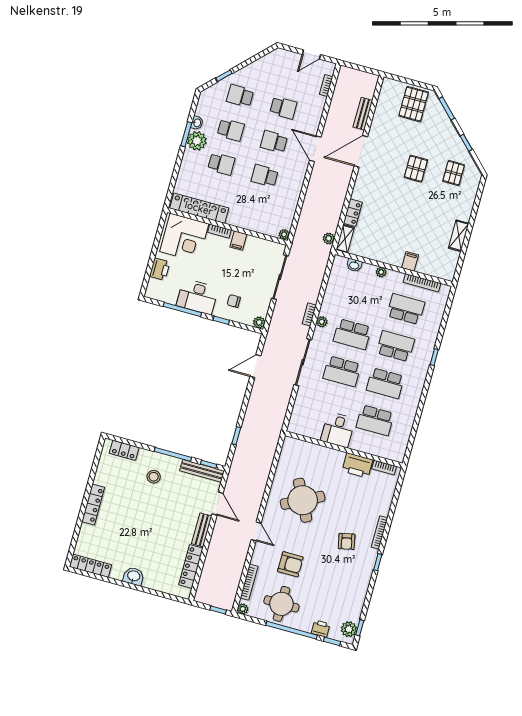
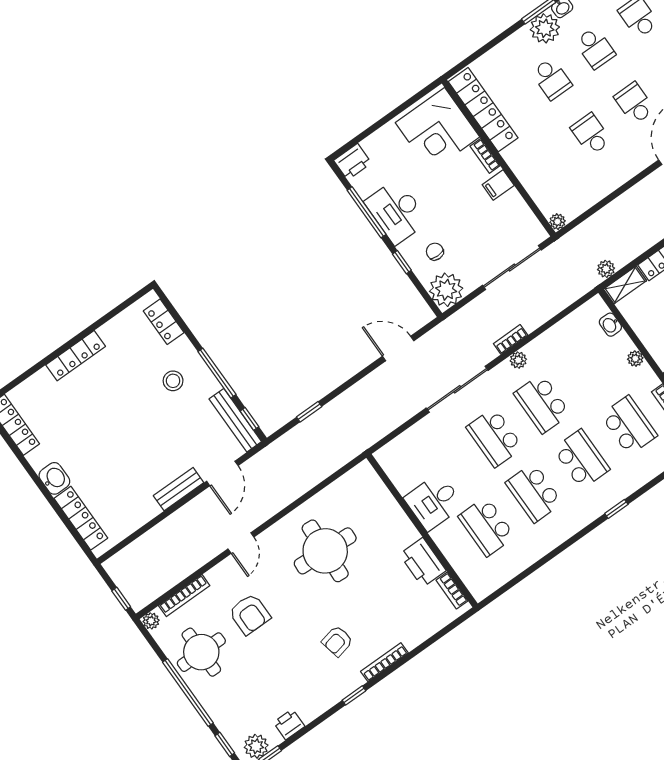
printer: (160, 269) -> (353, 162), moved
plant: (259, 322) -> (446, 290), width x1.87, depth x1.87
round table: (303, 500) -> (325, 551), turned 30
locker: (191, 567) -> (81, 518), moved, turned 90
printer: (321, 629) -> (289, 724), moved, turned -90

